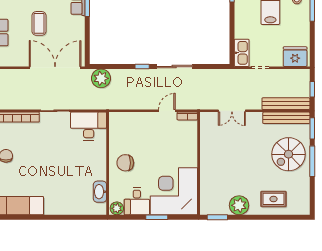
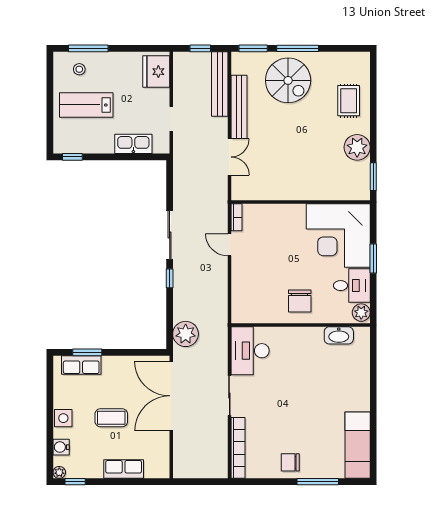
kitchen sink: (242, 53) -> (133, 144), moved
bench: (286, 118) -> (239, 107), moved

